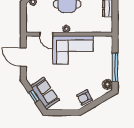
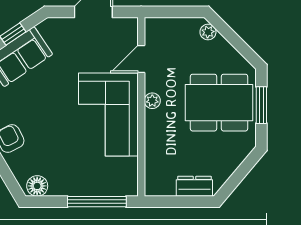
window: (115, 67) -> (97, 202), moved

